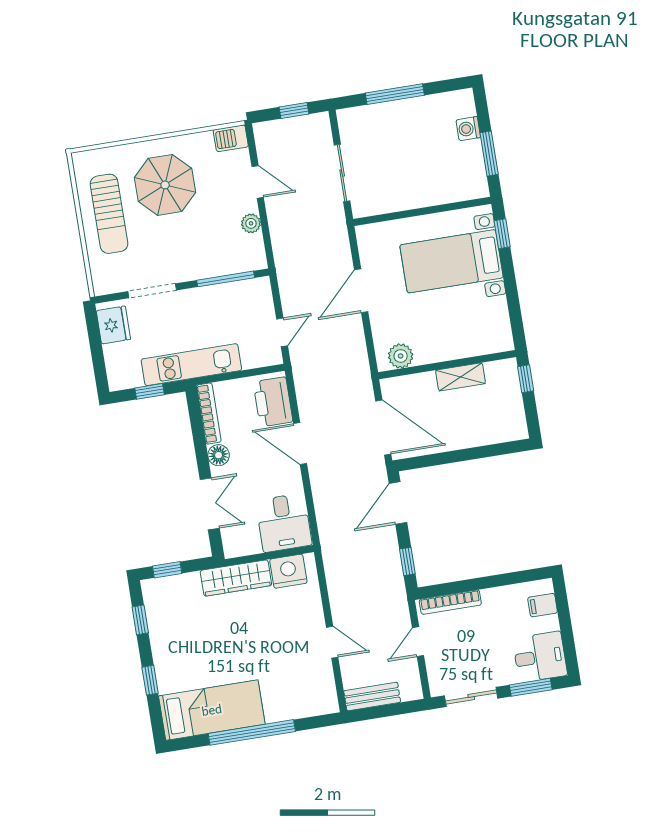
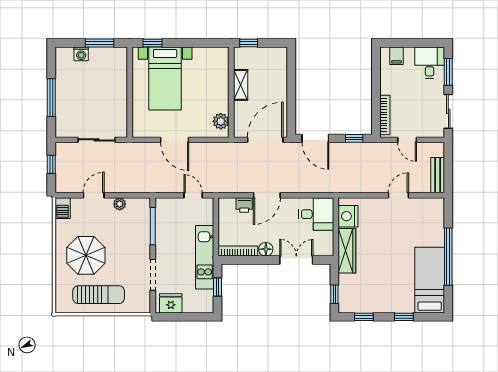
printer: (273, 402) -> (244, 205), width x0.53, depth x0.68

